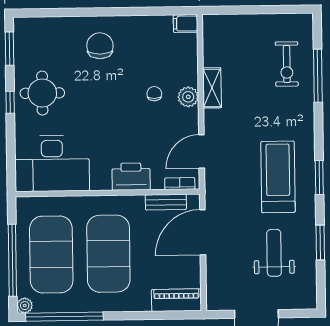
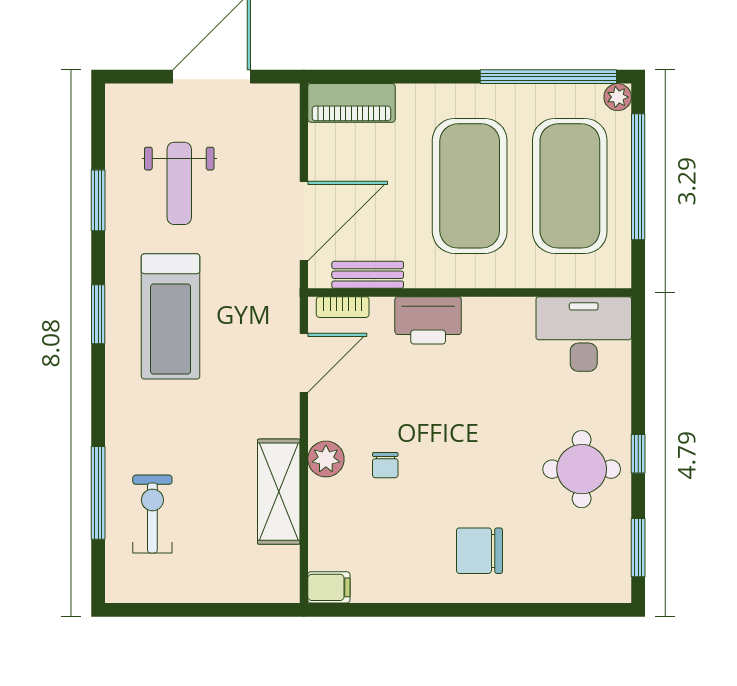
chair: (100, 46) -> (479, 551), turned 90
shelving: (212, 88) -> (279, 492), width x1.50, depth x1.33
desk: (52, 164) -> (584, 334), width x0.73, depth x0.77

